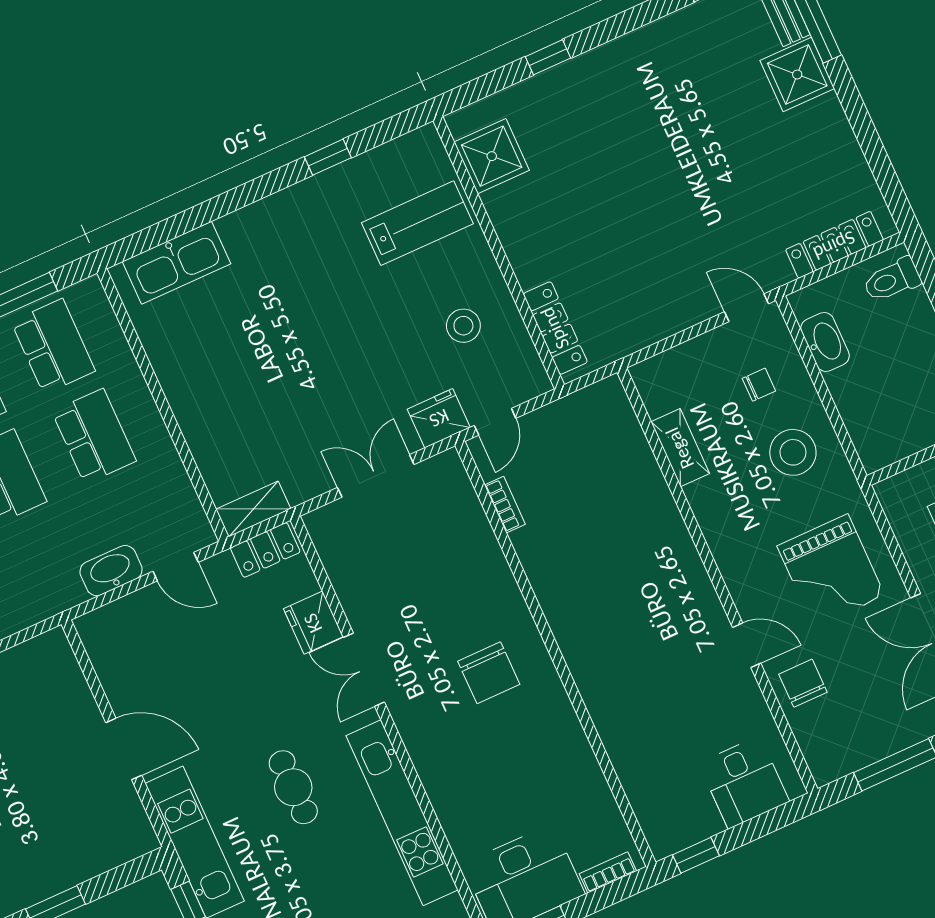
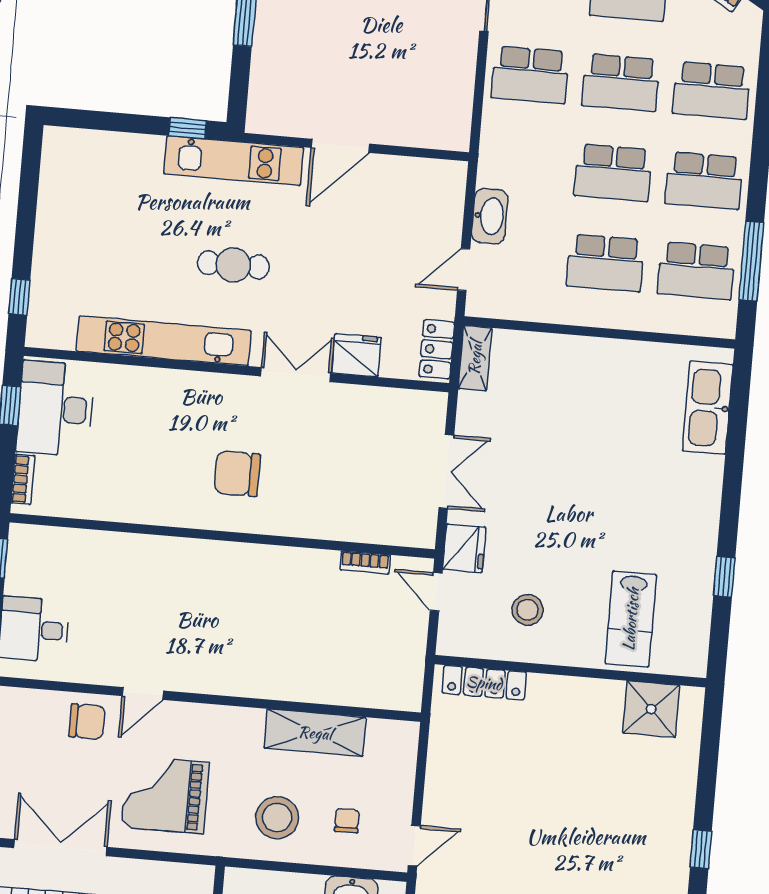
window: (548, 57) -> (701, 849), moved
chair: (759, 385) -> (347, 821), turned 180
shelving: (680, 448) -> (315, 733), width x1.50, depth x1.33

